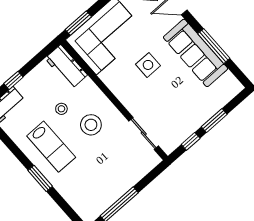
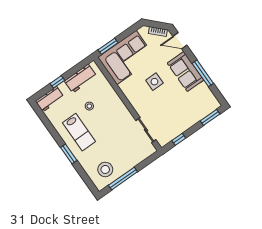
sofa: (196, 53) -> (186, 72), width x0.73
workbench: (66, 67) -> (81, 79), moved, turned -90
window: (214, 121) -> (210, 117), moved
stool: (91, 125) -> (105, 169), moved

